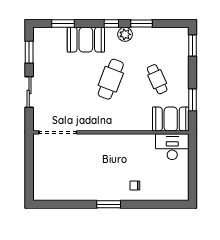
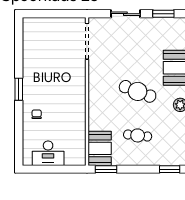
cafe table: (157, 79) -> (138, 135), turned 30
window: (192, 100) -> (106, 169), moved
desk: (172, 147) -> (48, 153), moved, turned 90

